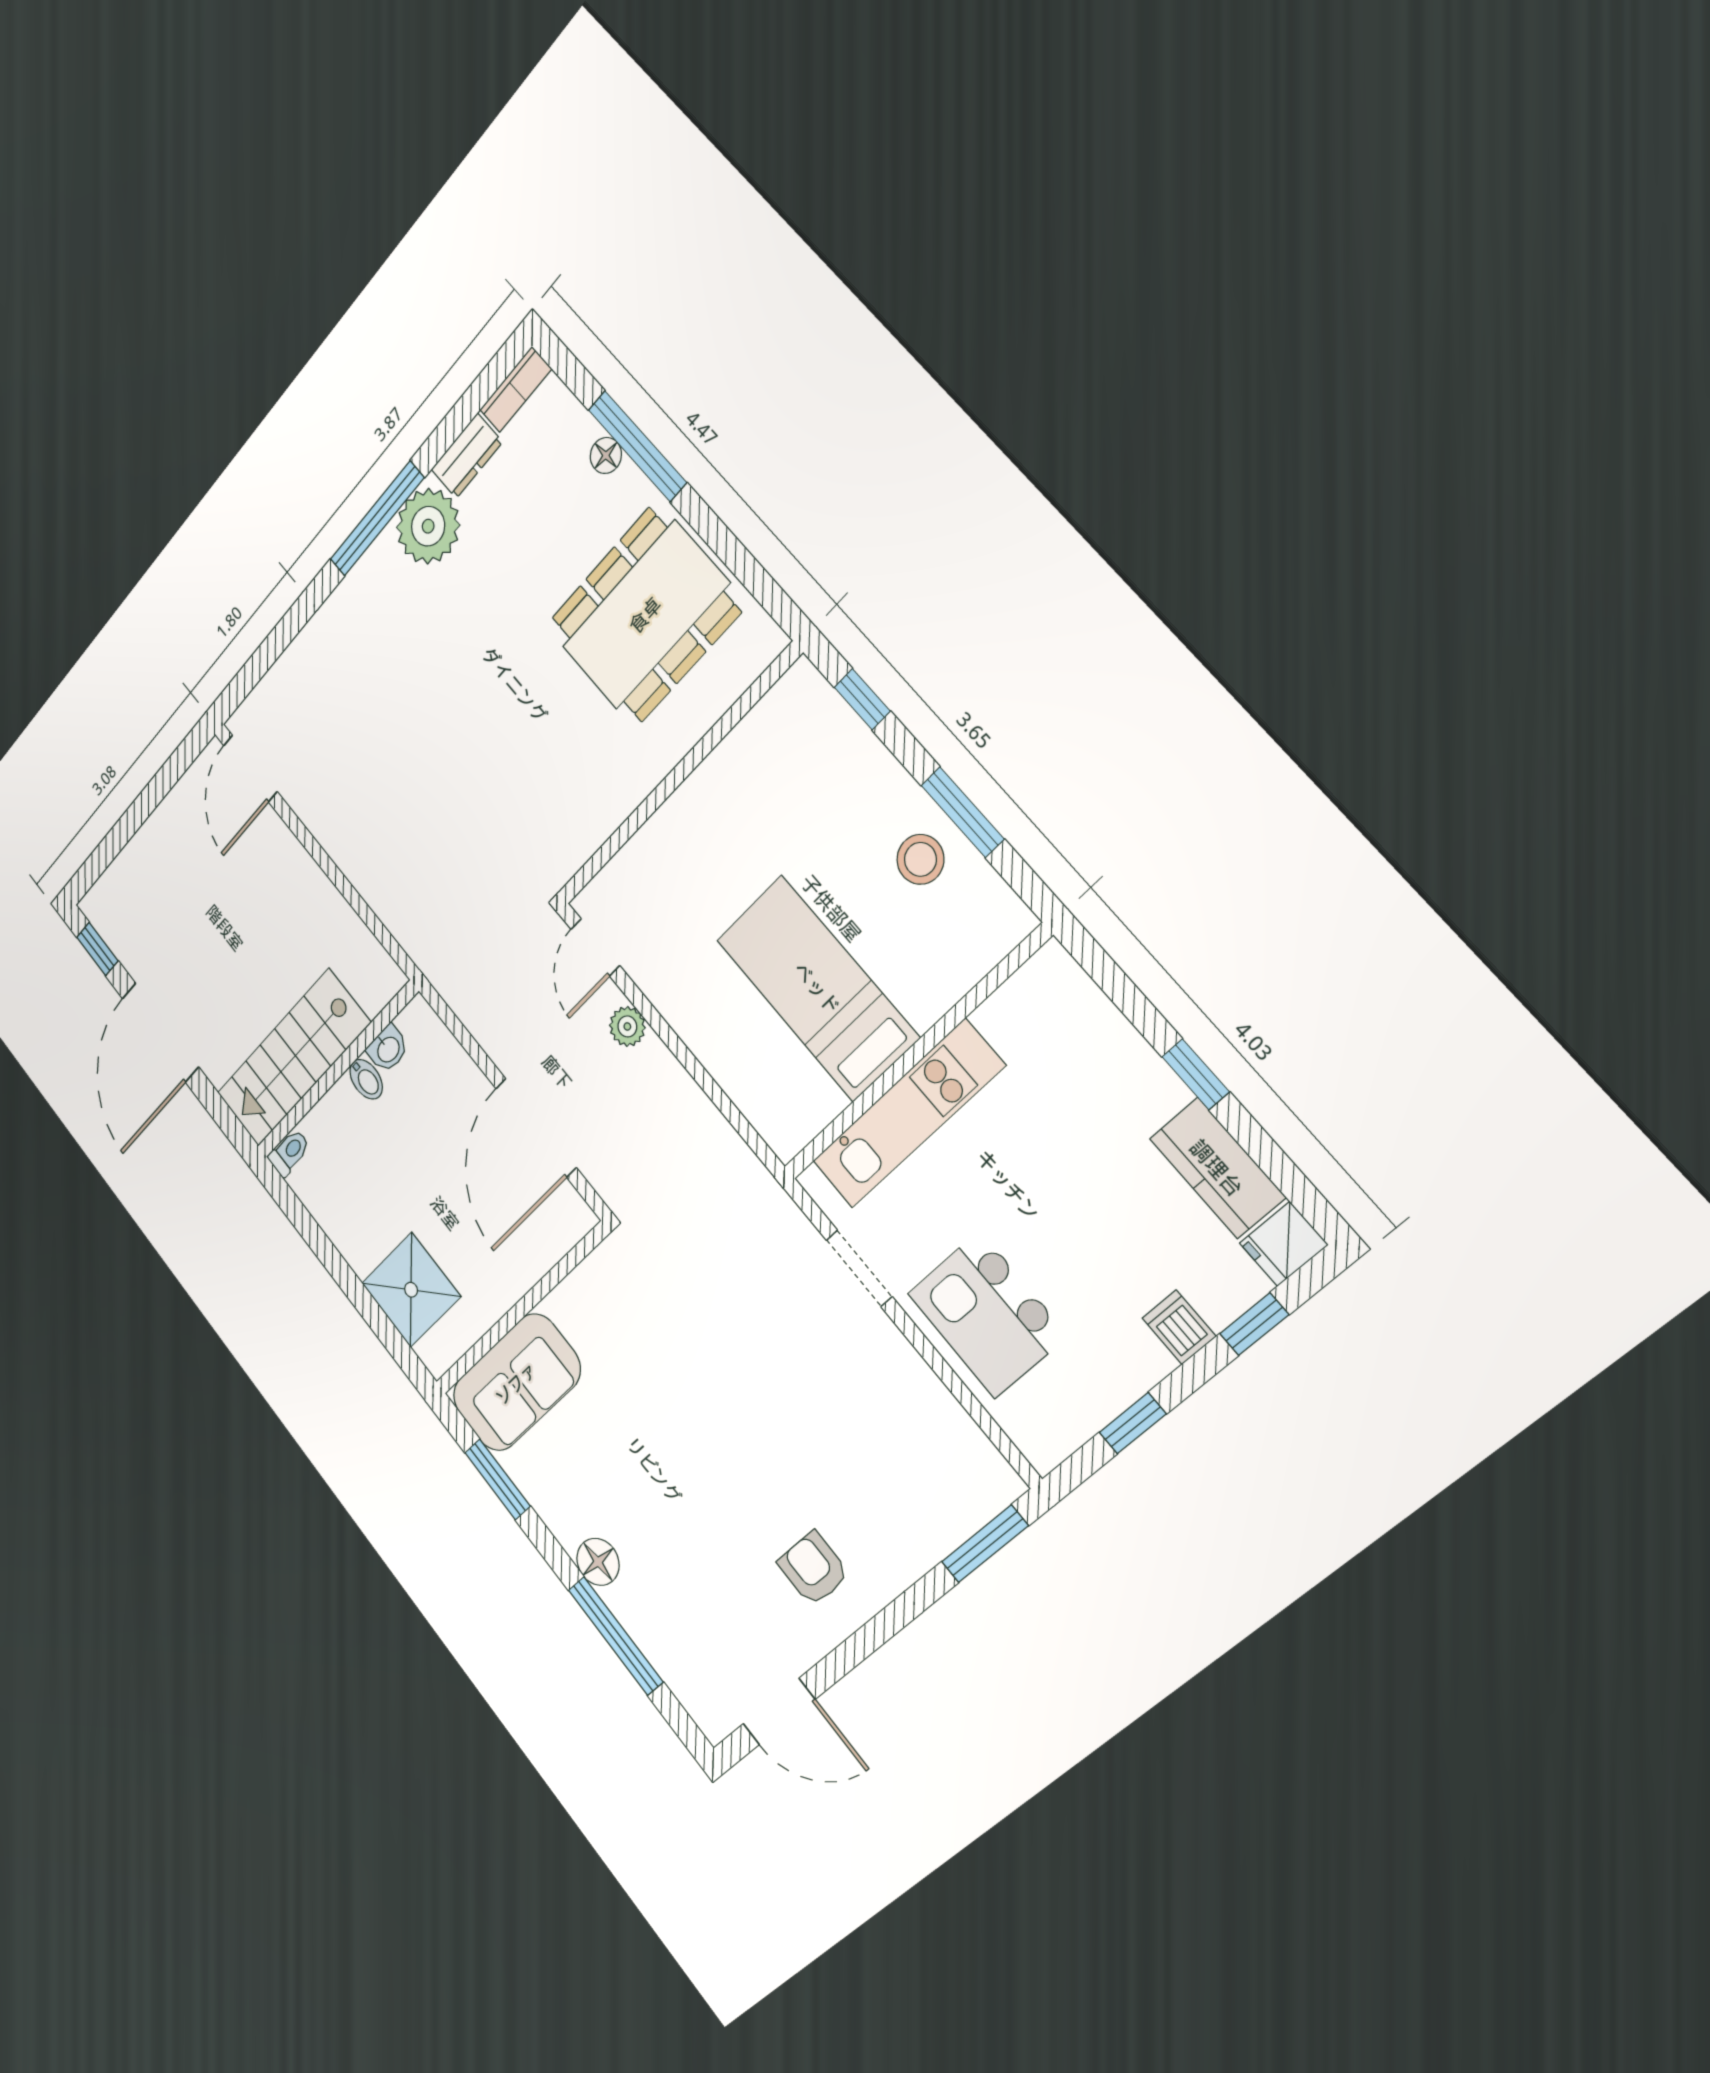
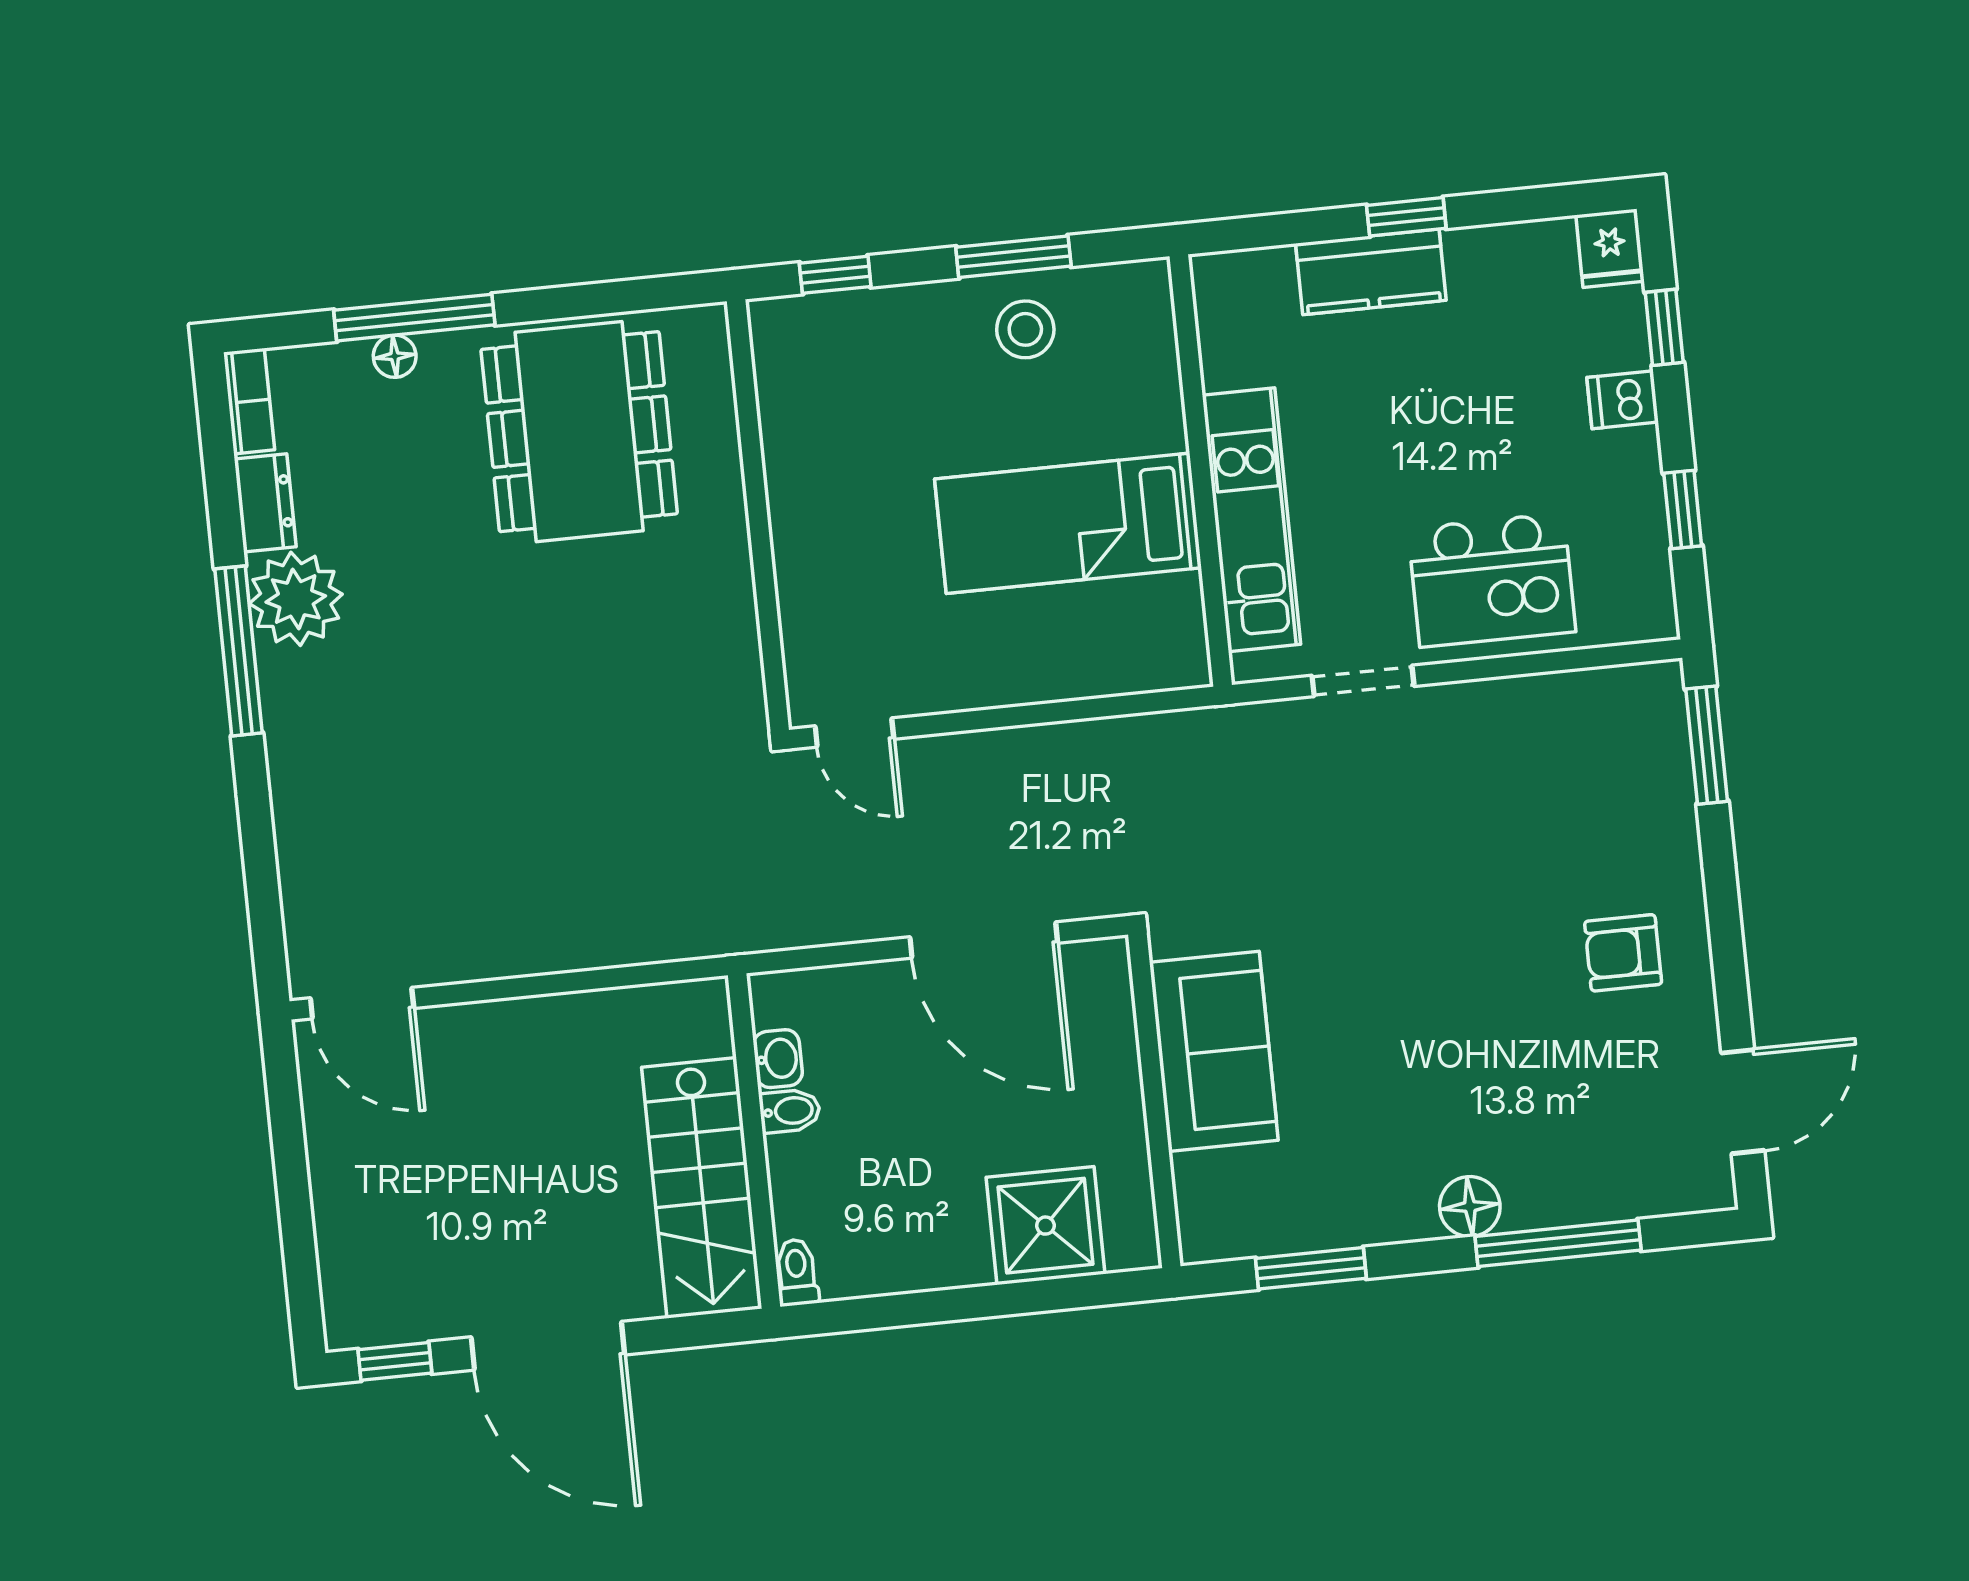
plant: (627, 1026) -> (958, 756), removed
kitchen counter: (1217, 1168) -> (1371, 272), moved
sofa: (516, 1383) -> (1214, 1051), moved

